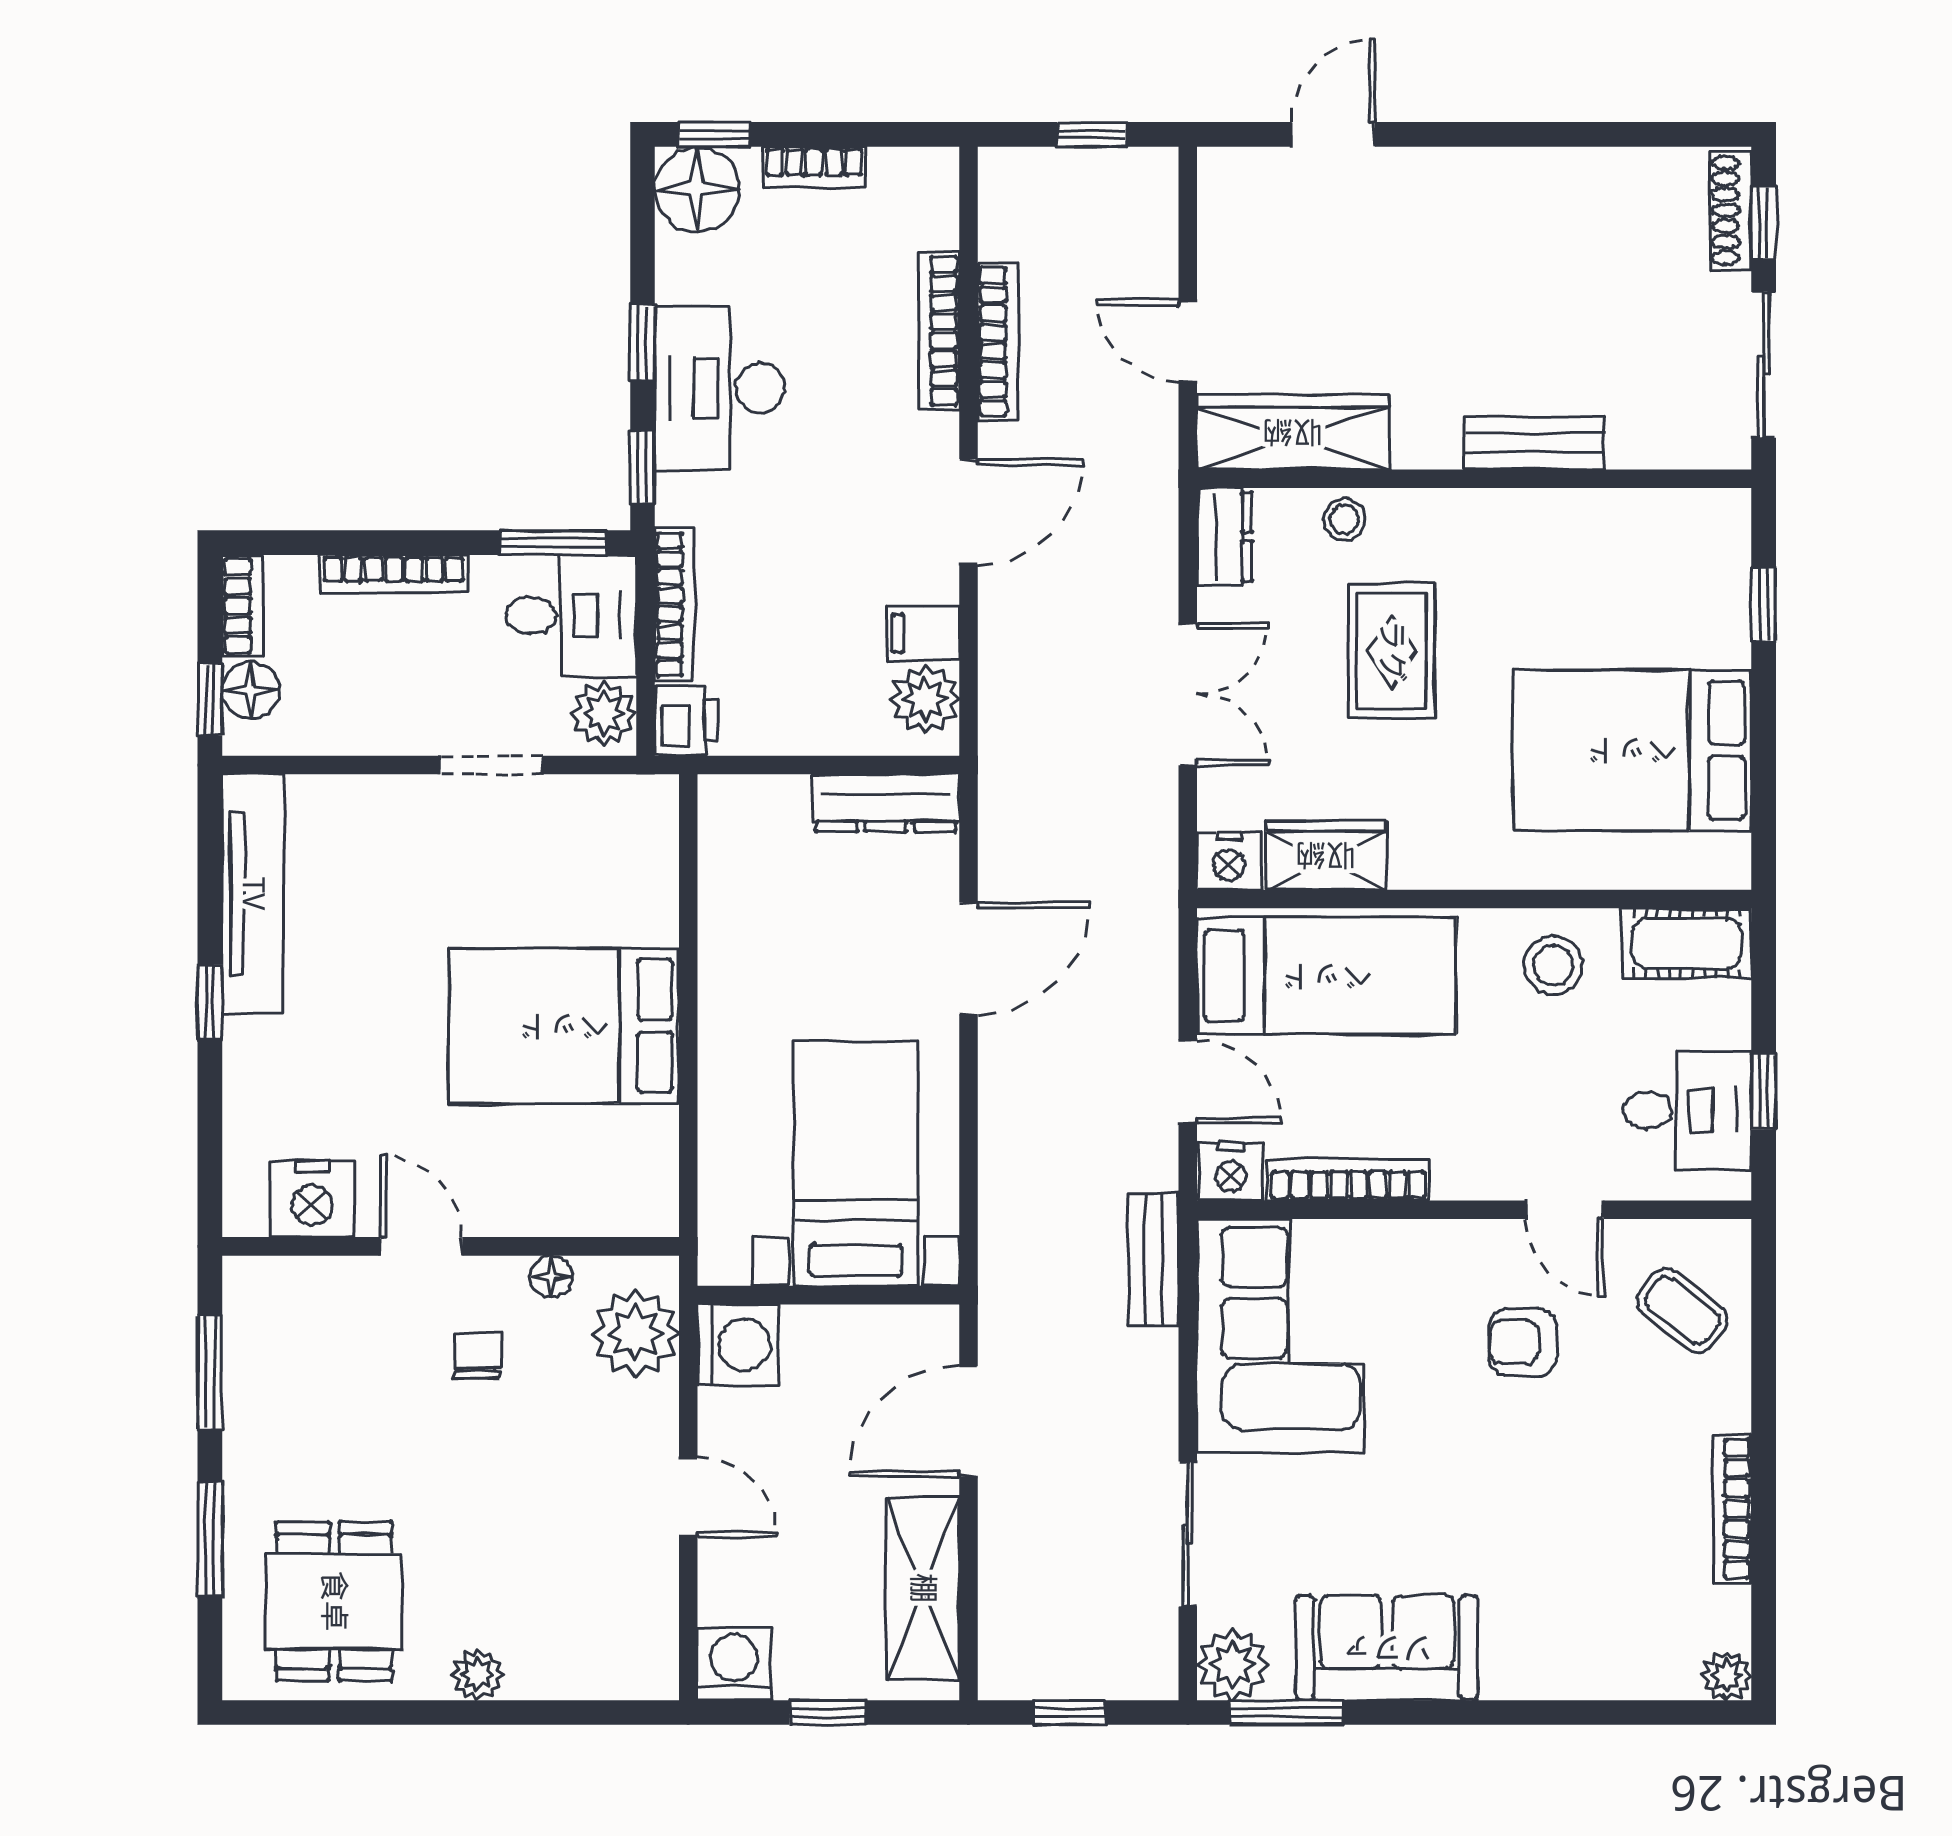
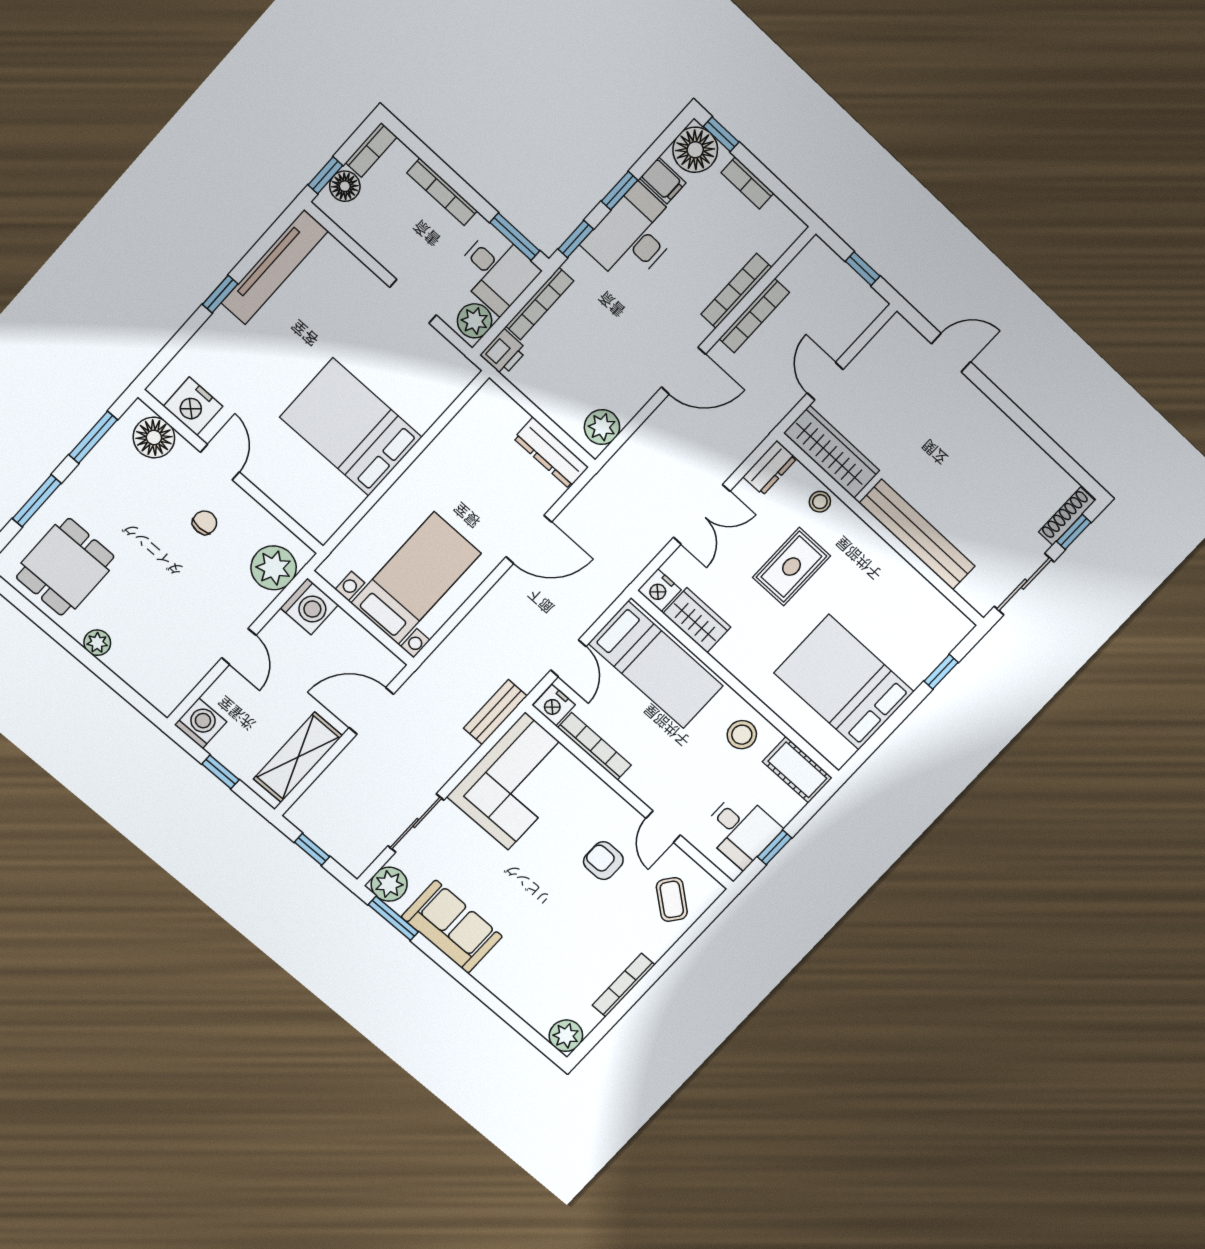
bench: (1534, 443) -> (917, 535), width x1.86, depth x1.21
filing cabinet: (923, 633) -> (663, 180), moved, turned 180
floor lamp: (551, 1276) -> (154, 438), moved, width x1.89, depth x1.89
plant: (1727, 1676) -> (566, 1036), width x1.38, depth x1.38

